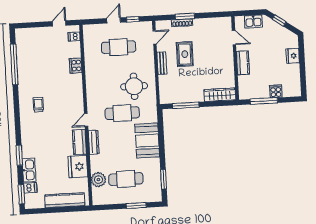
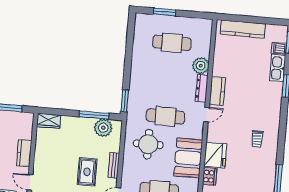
plant: (176, 95) -> (103, 128), added
wardrobe: (220, 95) -> (49, 121), width x0.67
booth: (147, 141) -> (188, 158), moved
fridge: (78, 167) -> (215, 155), moved
window: (164, 179) -> (125, 101), moved
plant: (98, 180) -> (201, 66), moved

